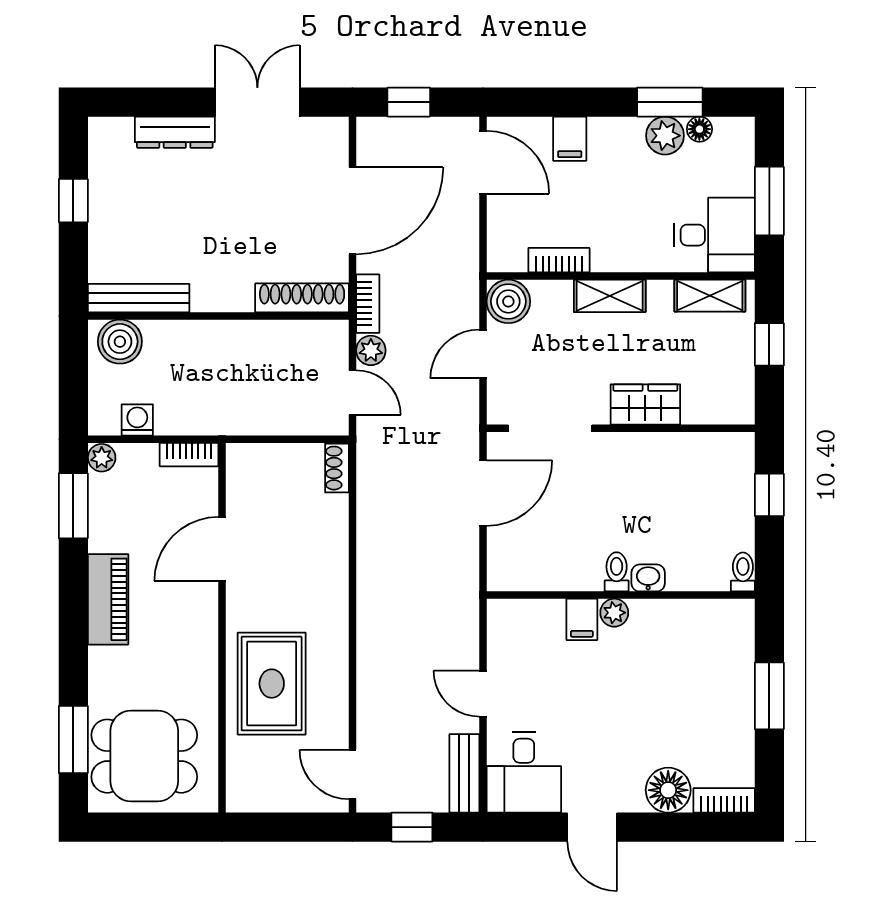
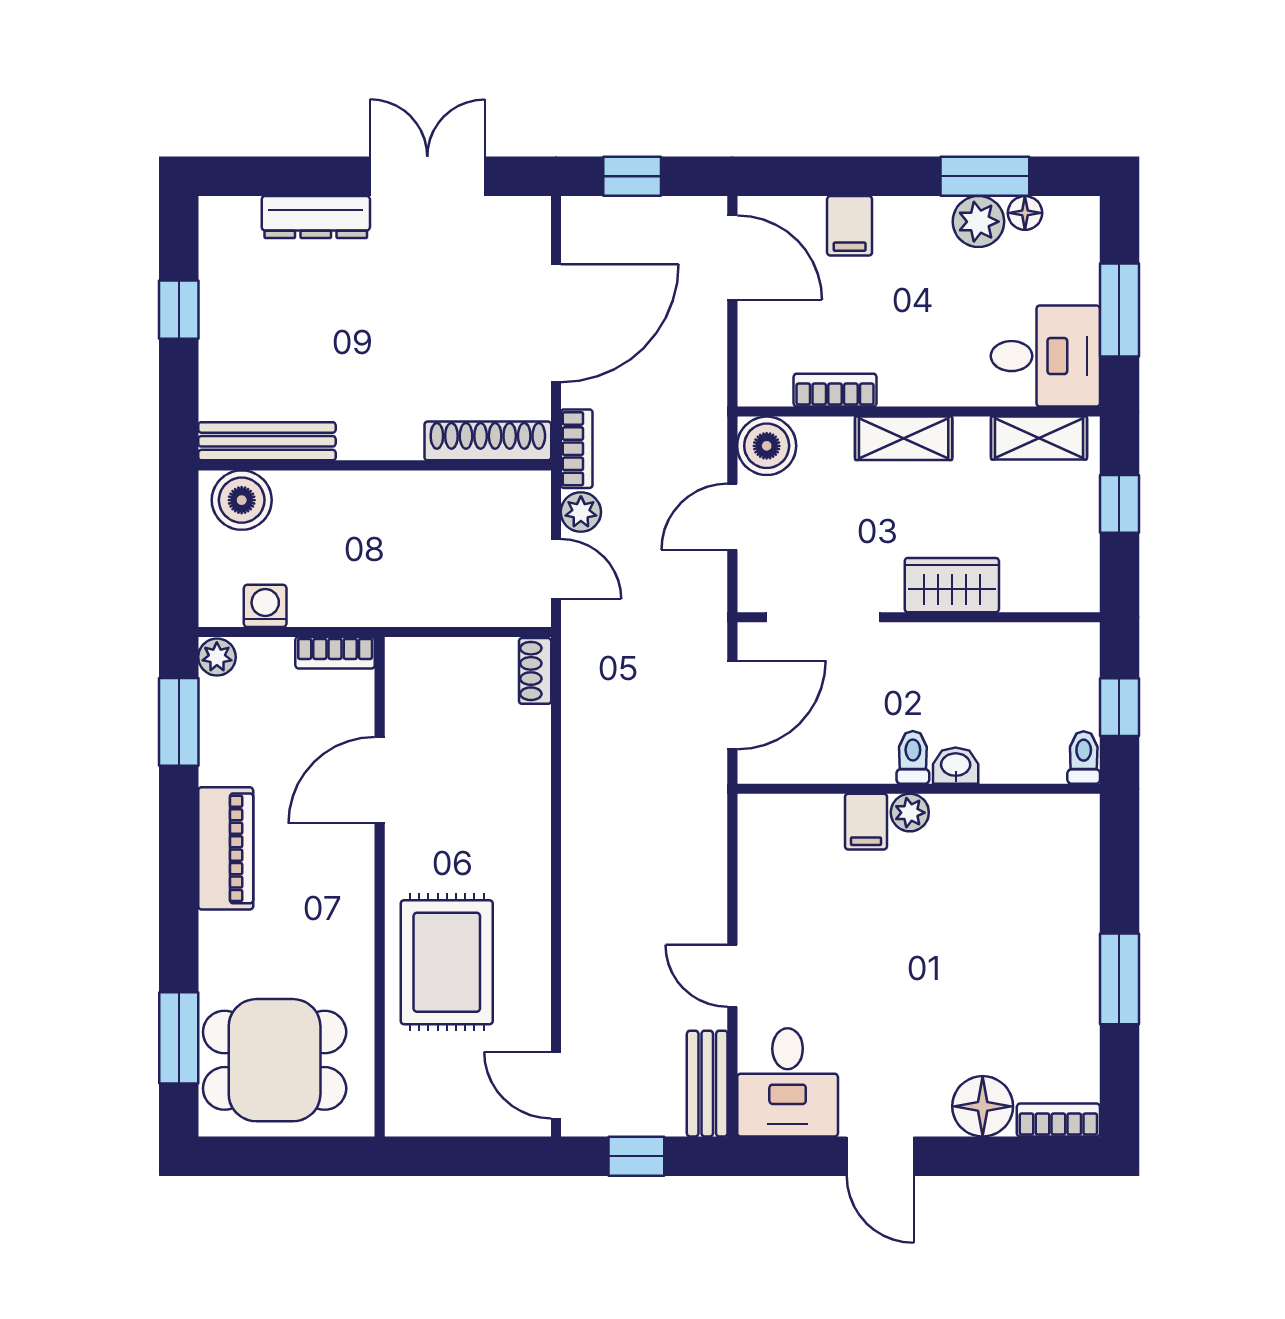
toilet: (617, 572) -> (913, 757), moved
toilet: (743, 572) -> (1084, 758), moved
washbasin: (648, 578) -> (956, 766), moved
wall: (621, 595) -> (919, 789), moved
plant: (614, 613) -> (910, 813), moved
filing cabinet: (582, 619) -> (866, 822), moved

